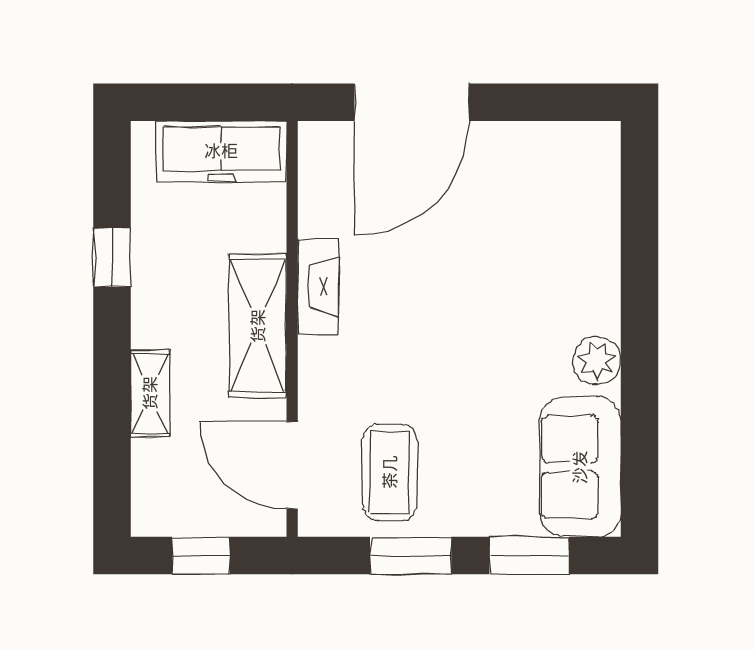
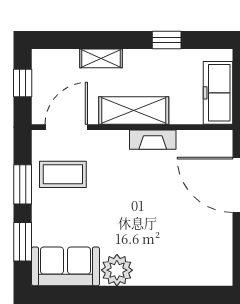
plant: (597, 361) -> (117, 270), width x1.36, depth x1.36

